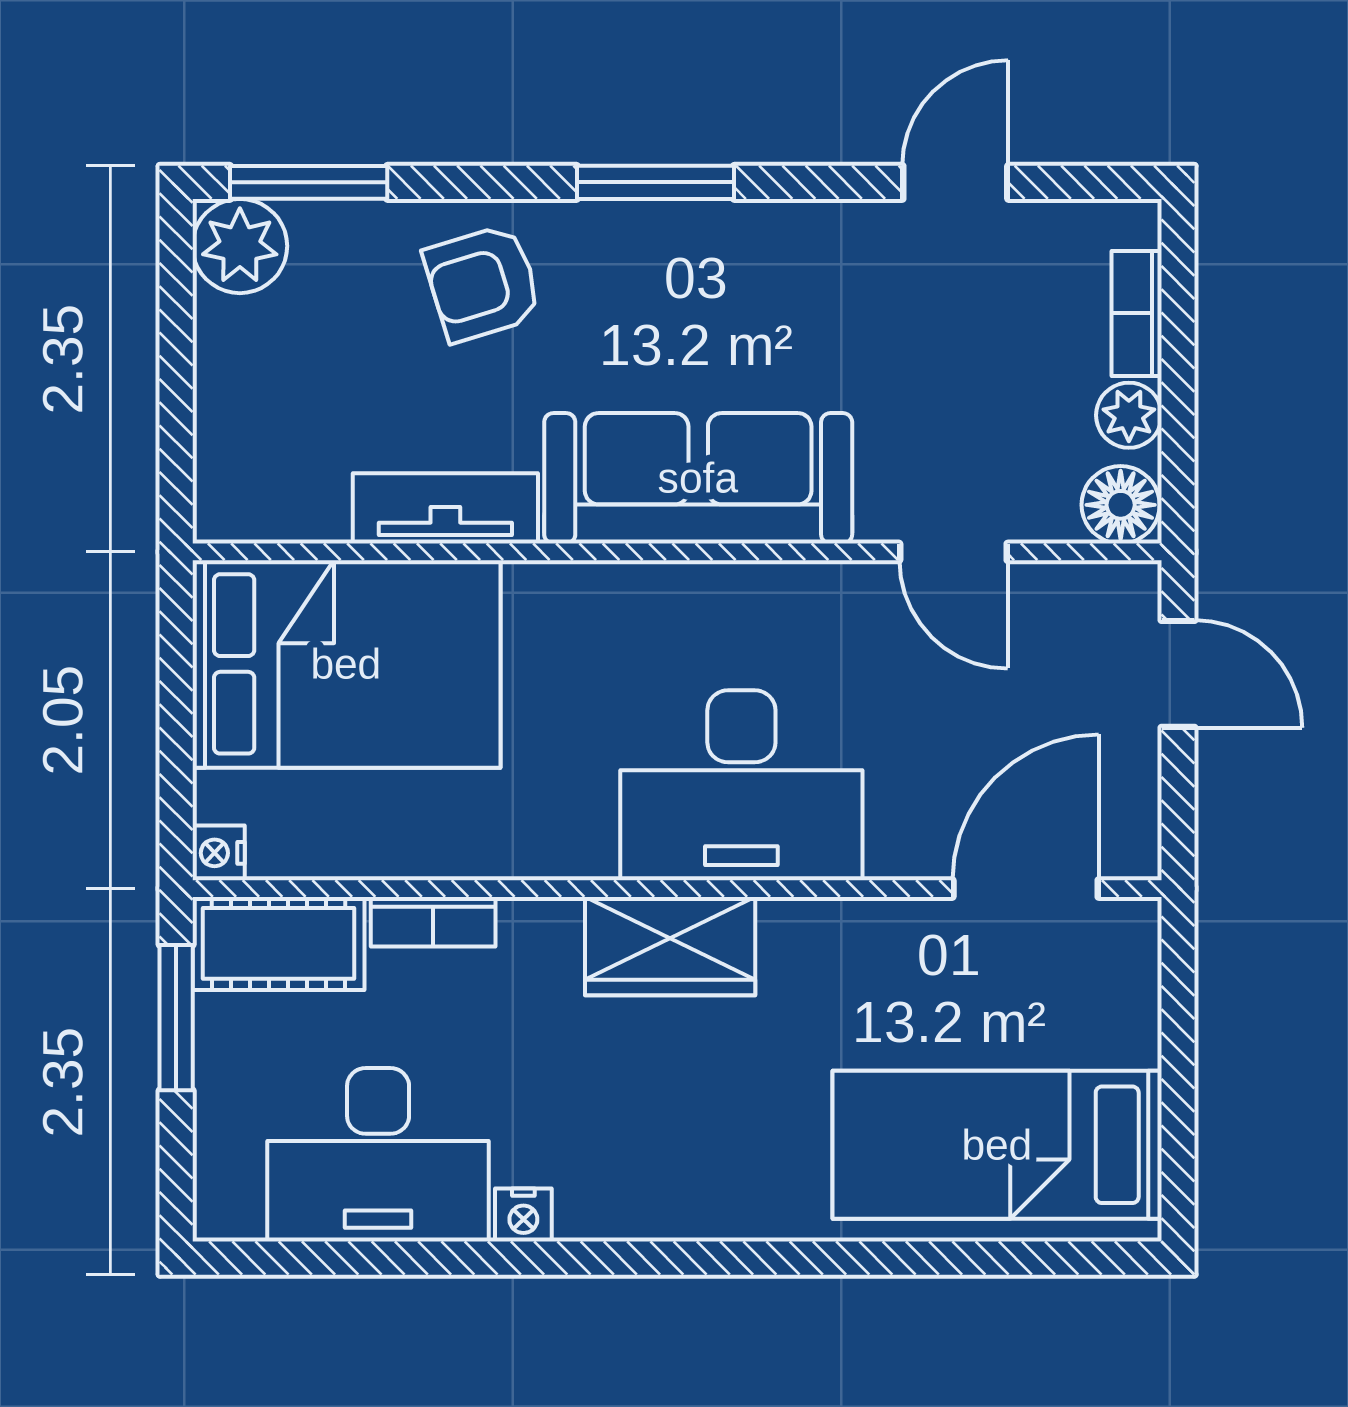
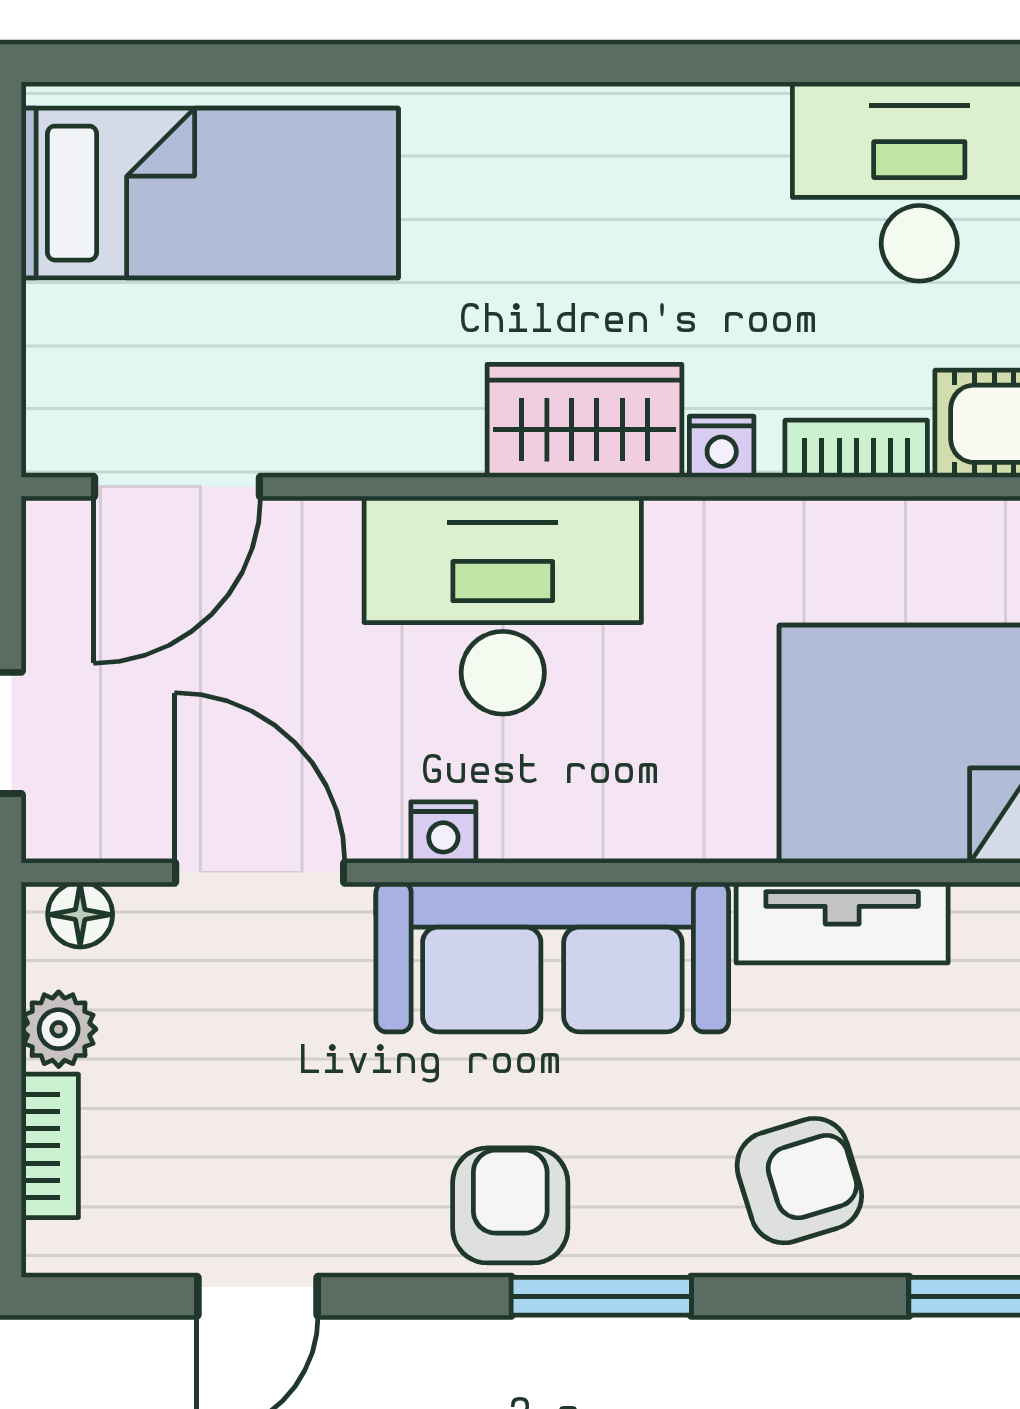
armchair: (735, 262) -> (510, 1205), added
floor lamp: (1121, 505) -> (80, 915), width x0.73, depth x0.73
door: (953, 552) -> (260, 873), width x1.38
nightstand: (793, 587) -> (443, 833), added
nightstand: (523, 1215) -> (722, 447), moved, turned 180

